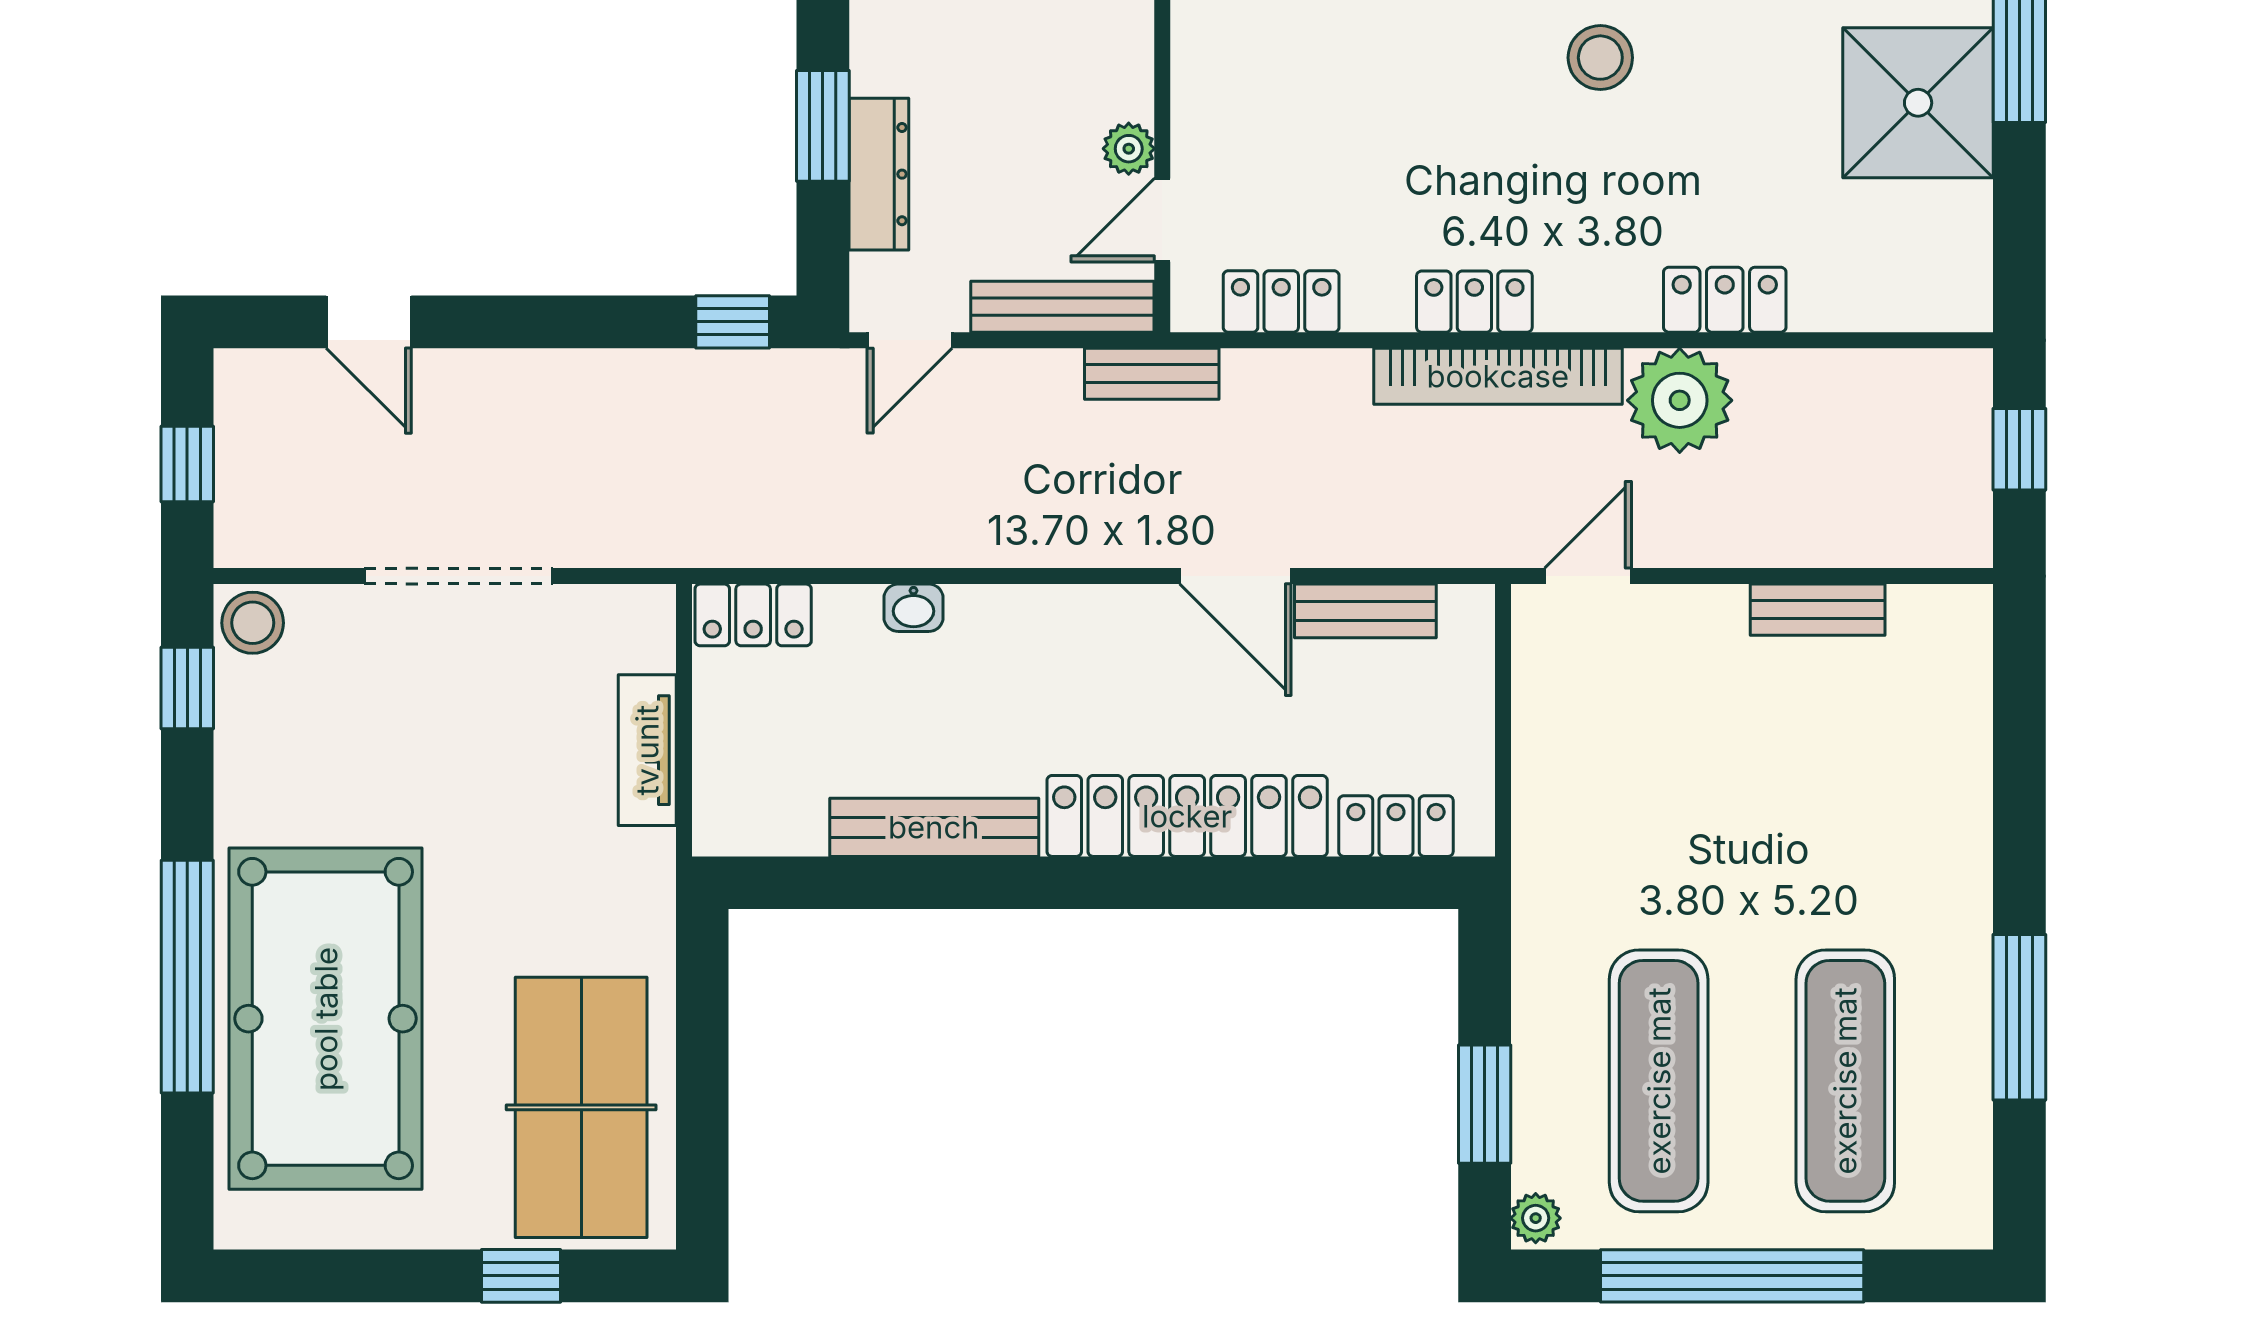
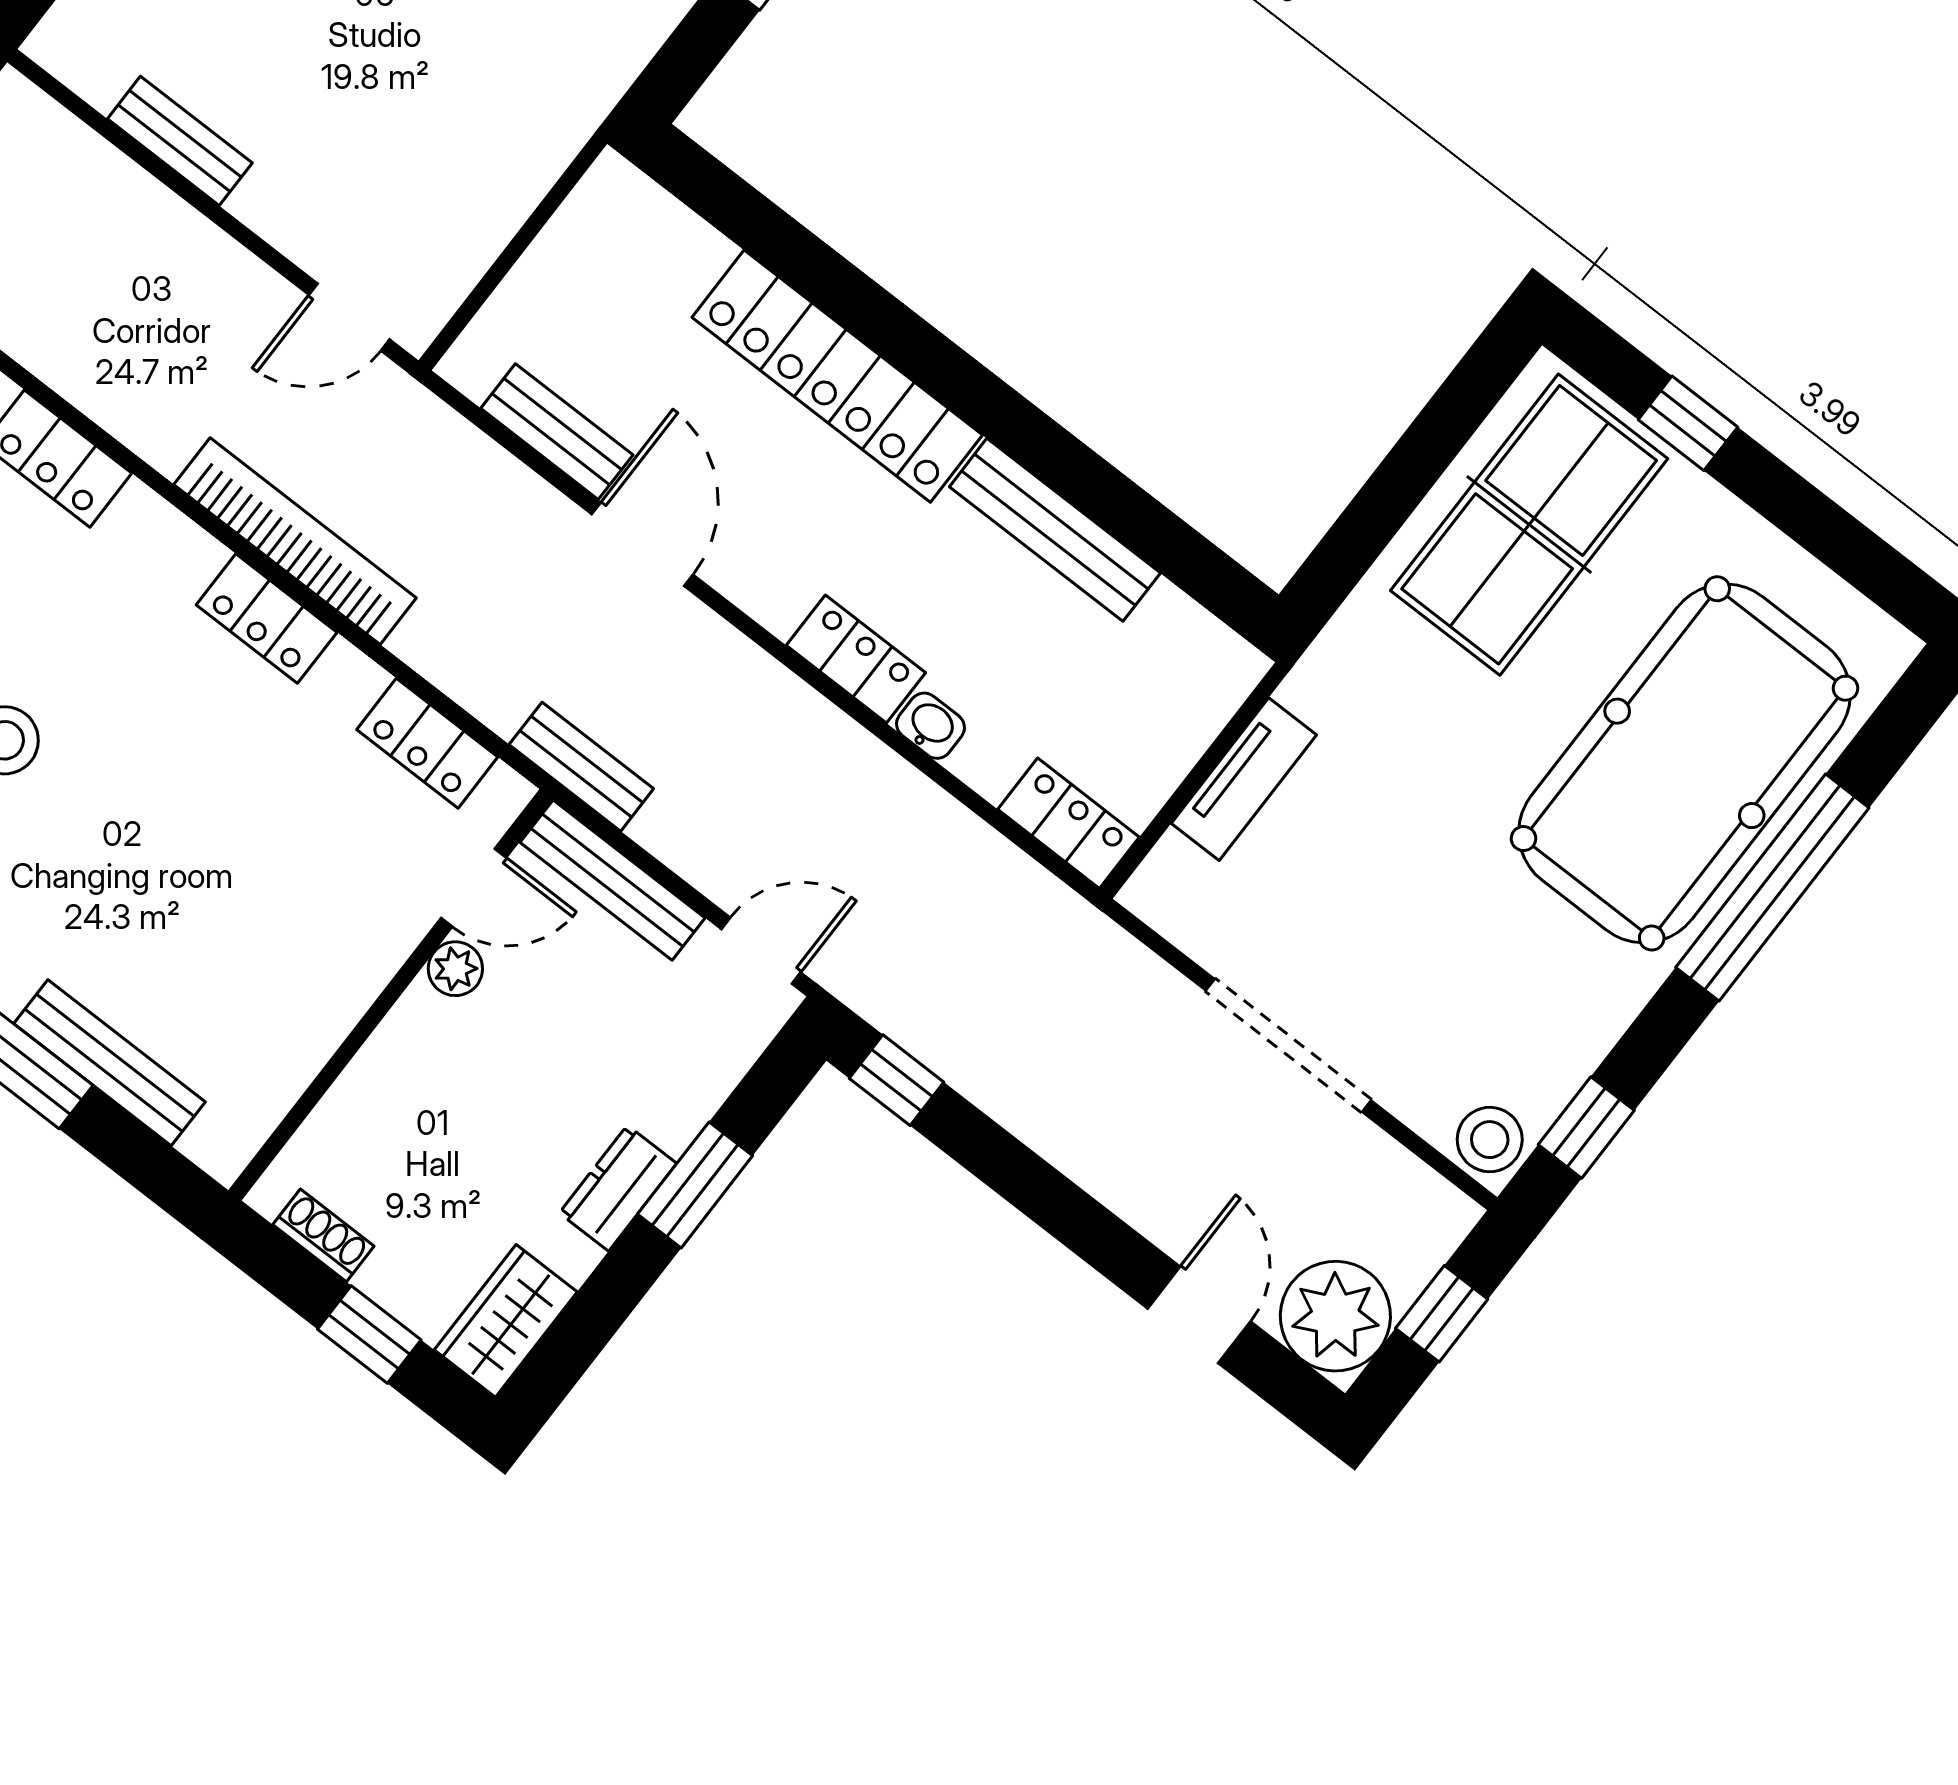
dresser: (879, 174) -> (618, 1188), moved, width x0.70
plant: (1680, 400) -> (1335, 1316), moved
locker: (1396, 826) -> (856, 659), moved, turned 180

